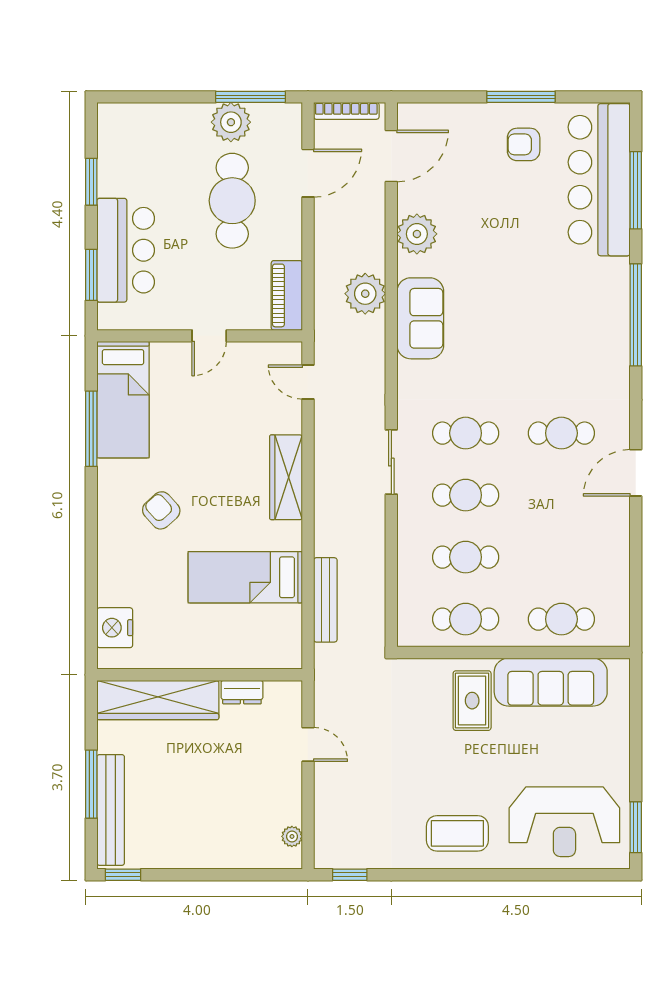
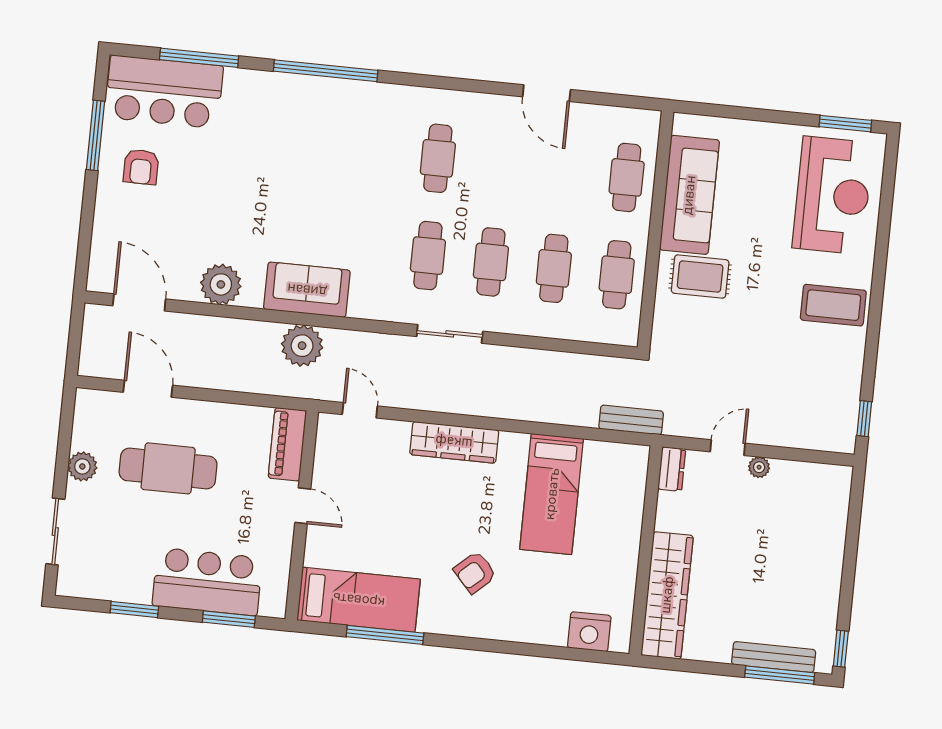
sliding door: (159, 97) -> (55, 532), added
window: (251, 97) -> (65, 439), removed
window: (521, 97) -> (96, 135), moved
bookcase: (346, 111) -> (89, 343), removed
plant: (231, 122) -> (82, 466), width x0.73, depth x0.73
bar counter: (599, 180) -> (164, 92), width x0.73
plant: (365, 294) -> (302, 346), moved
piano: (287, 295) -> (287, 444), moved, turned 90
door: (308, 382) -> (360, 410), swing flipped
door: (636, 473) -> (547, 93), moved
bench: (325, 600) -> (631, 420), moved, width x0.73
dresser: (242, 692) -> (672, 469), moved
window: (91, 784) -> (780, 675), moved
bench: (111, 810) -> (774, 657), width x0.73, depth x0.82
coffee table: (457, 833) -> (833, 305), turned 90
plant: (292, 836) -> (759, 467), moved

